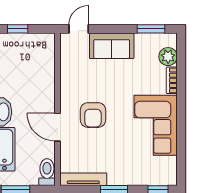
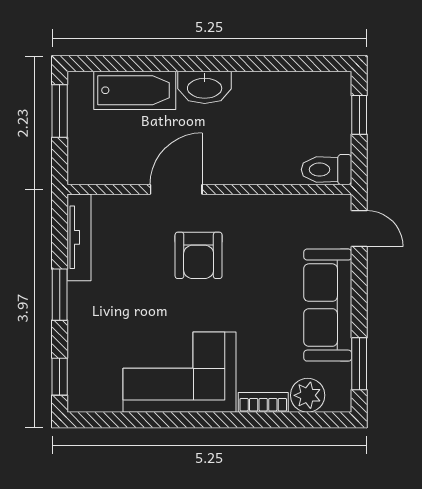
sofa: (112, 46) -> (328, 305), width x1.36
armchair: (93, 115) -> (199, 255), turned -90
toilet: (47, 172) -> (327, 170), moved, turned 180

